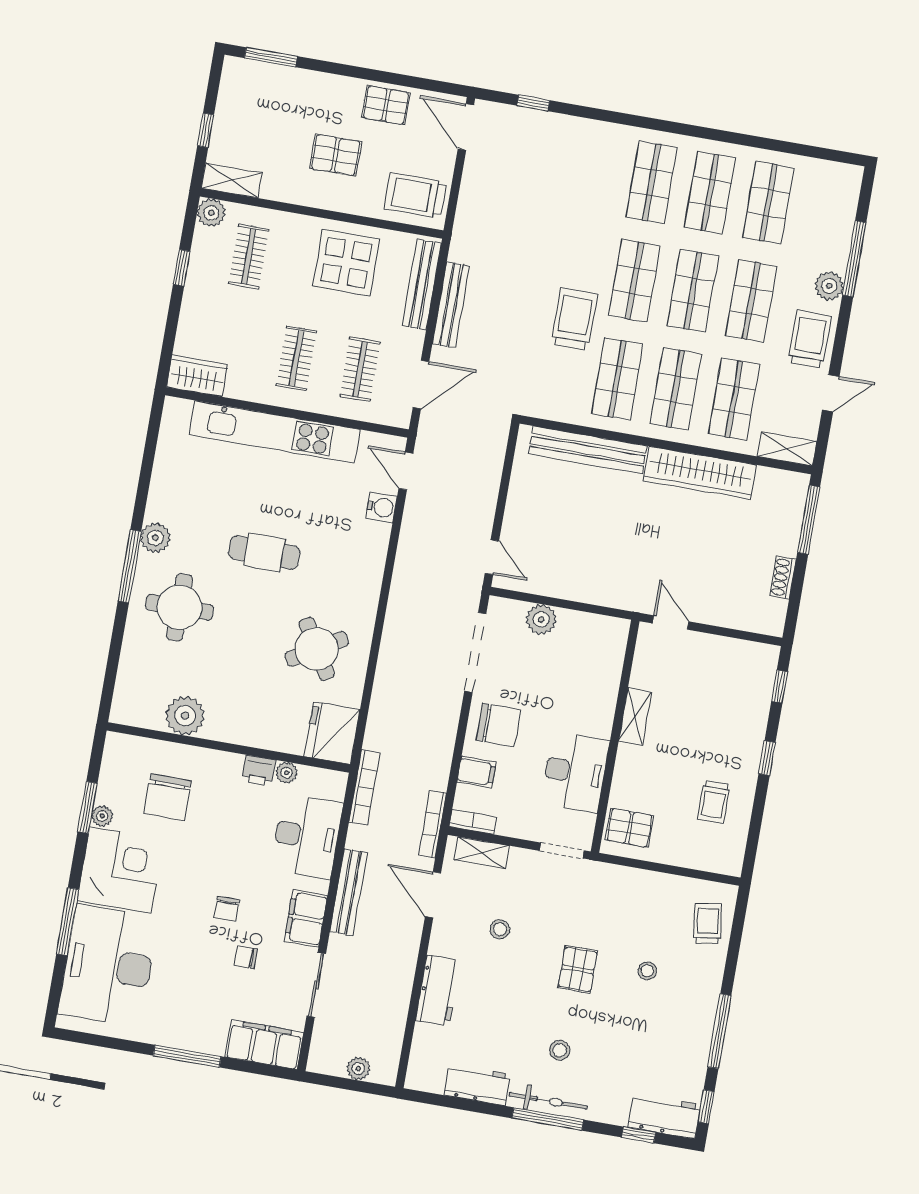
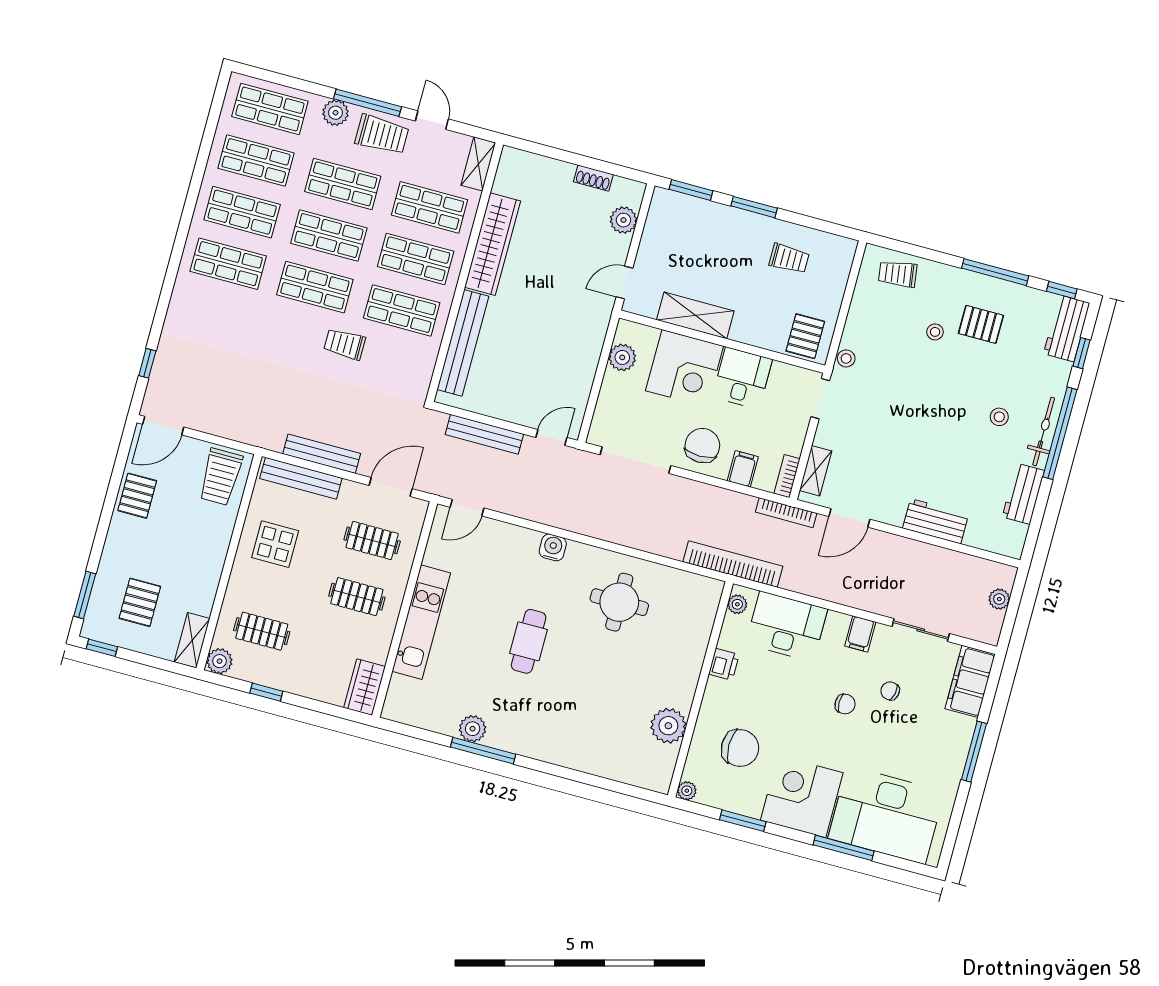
window: (206, 130) -> (102, 648), moved
pallet: (336, 155) -> (140, 602), moved
shop shelf: (827, 213) -> (270, 109), added
window: (854, 259) -> (368, 103), moved
display table: (346, 263) -> (275, 544), width x0.73, depth x0.73
trolley: (574, 319) -> (345, 344), width x0.73, depth x0.72
trolley: (810, 339) -> (382, 135), turned 180
door: (421, 385) -> (391, 487), hinge flipped
kitchen unit: (275, 432) -> (421, 622), width x0.73
water cooler: (381, 507) -> (553, 547), moved
window: (809, 520) -> (544, 150), removed
plant: (155, 538) -> (473, 729), moved
window: (130, 566) -> (483, 751), moved
round table: (179, 607) -> (571, 722), removed
plant: (740, 615) -> (623, 220), added
plant: (541, 619) -> (622, 357), moved
round table: (317, 649) -> (619, 602), turned 31
window: (780, 687) -> (691, 190), width x1.50
corner desk: (582, 697) -> (685, 368), added
shelving: (635, 717) -> (695, 315), width x1.50, depth x1.33
fridge: (332, 733) -> (696, 595), removed
window: (767, 758) -> (754, 207), width x1.50
desk: (575, 772) -> (742, 378), width x0.73
plant: (287, 773) -> (737, 604), moved
bookcase: (364, 787) -> (733, 564), width x1.48, depth x1.31
plant: (102, 816) -> (687, 791), moved
bench: (349, 892) -> (484, 434), moved
filing cabinet: (306, 918) -> (860, 634), width x0.50
stool: (500, 929) -> (846, 358), moved
chair: (246, 957) -> (890, 691), turned 102
pallet: (578, 969) -> (981, 324), moved
window: (548, 1119) -> (1060, 433), width x1.46

